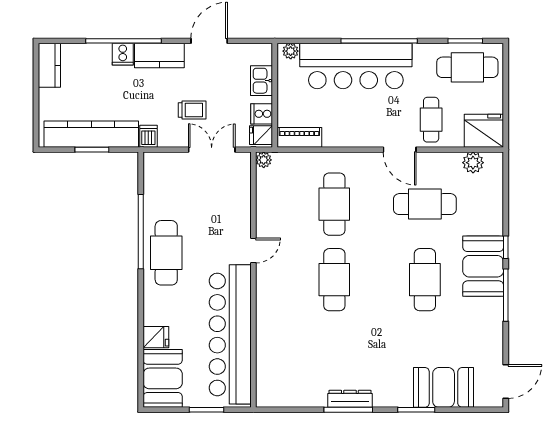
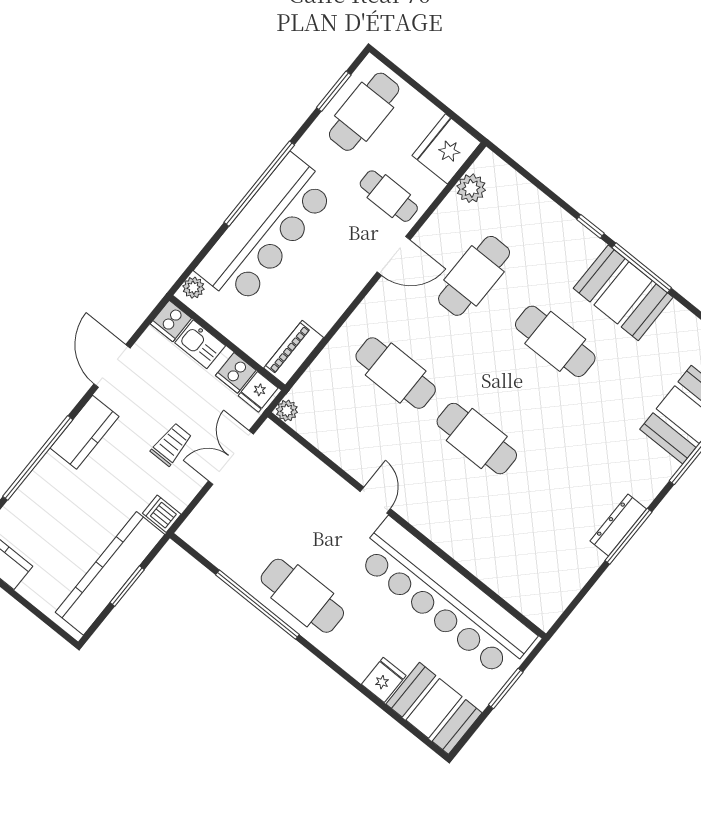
cooker: (123, 54) -> (171, 321), moved, turned 90
booth: (483, 266) -> (623, 293), moved

